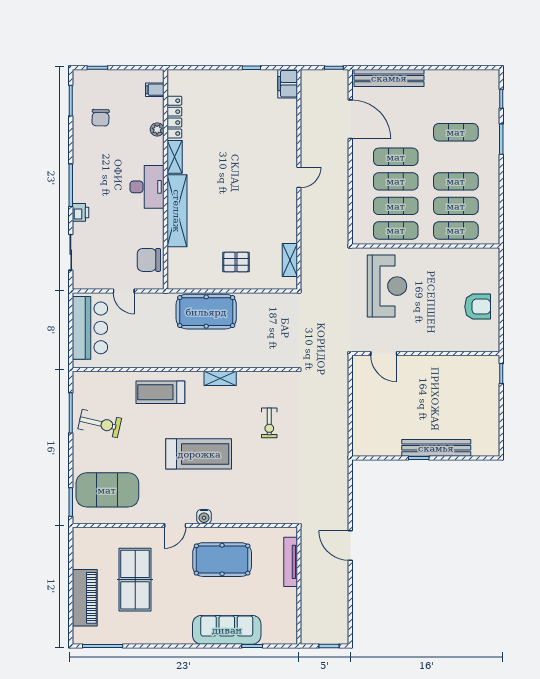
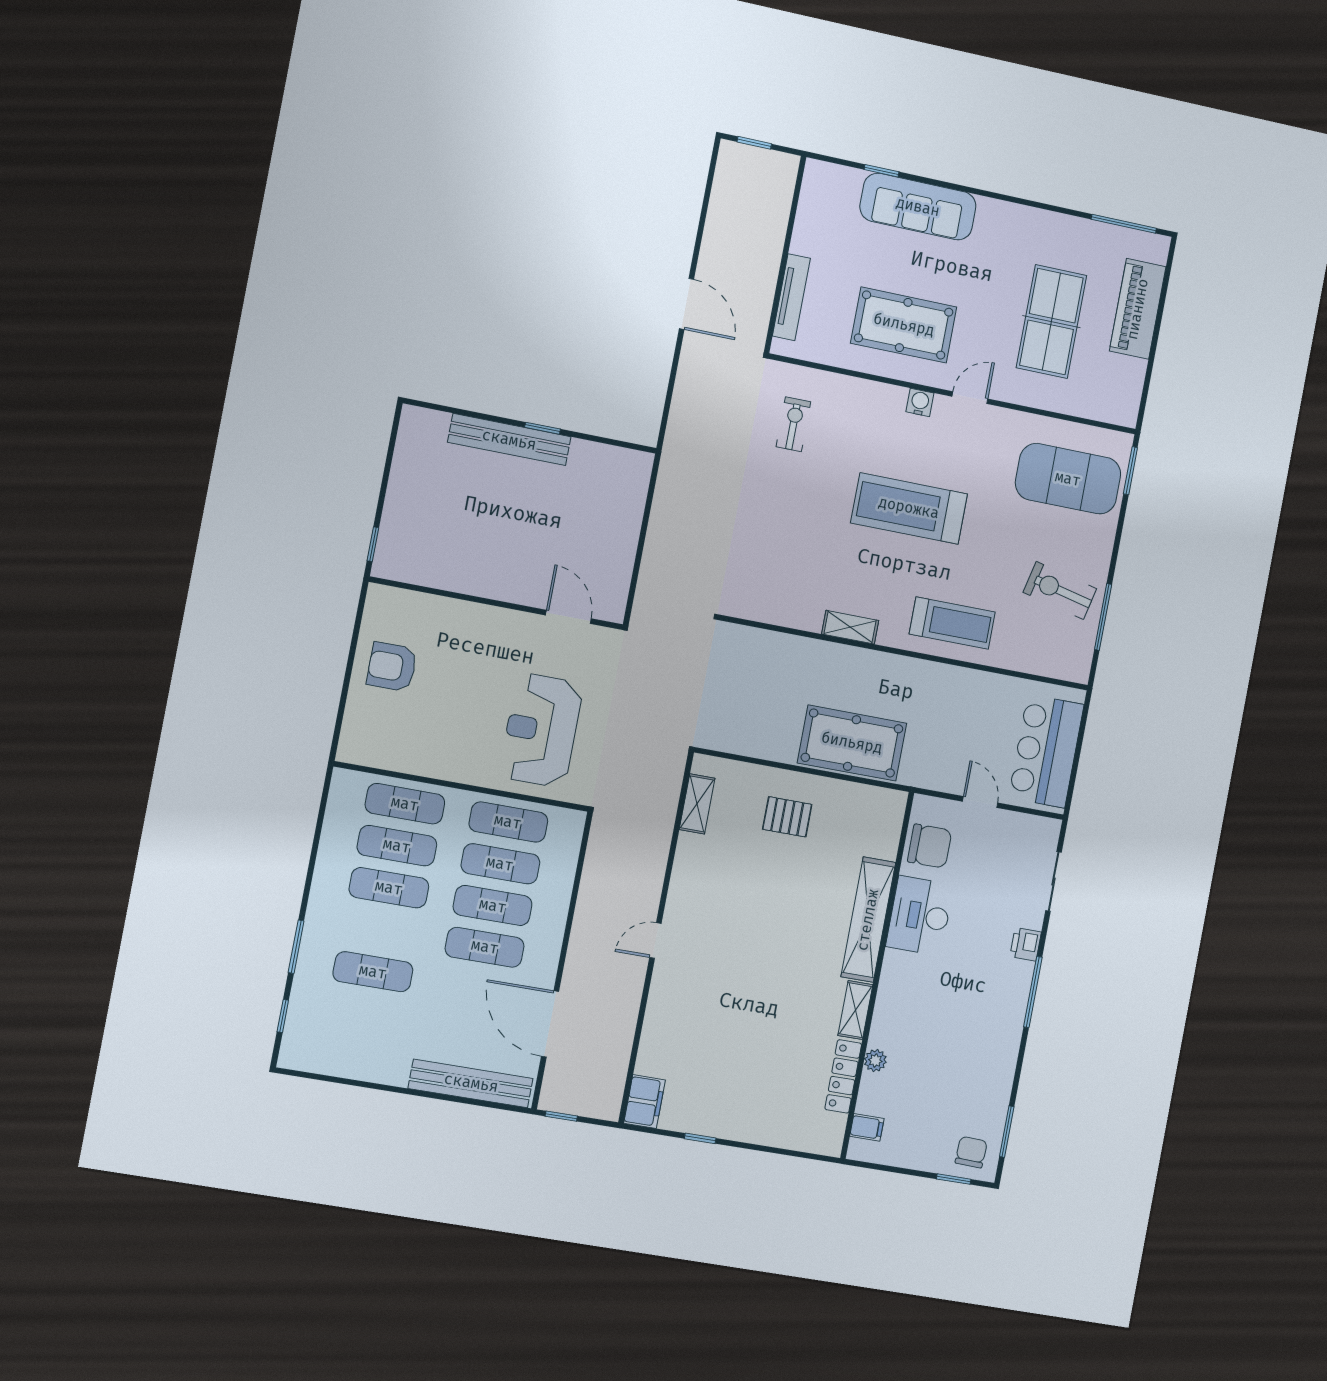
chair: (101, 118) -> (971, 1152), moved
desk: (147, 187) -> (920, 916), moved
exercise bike: (269, 423) -> (793, 424), moved

